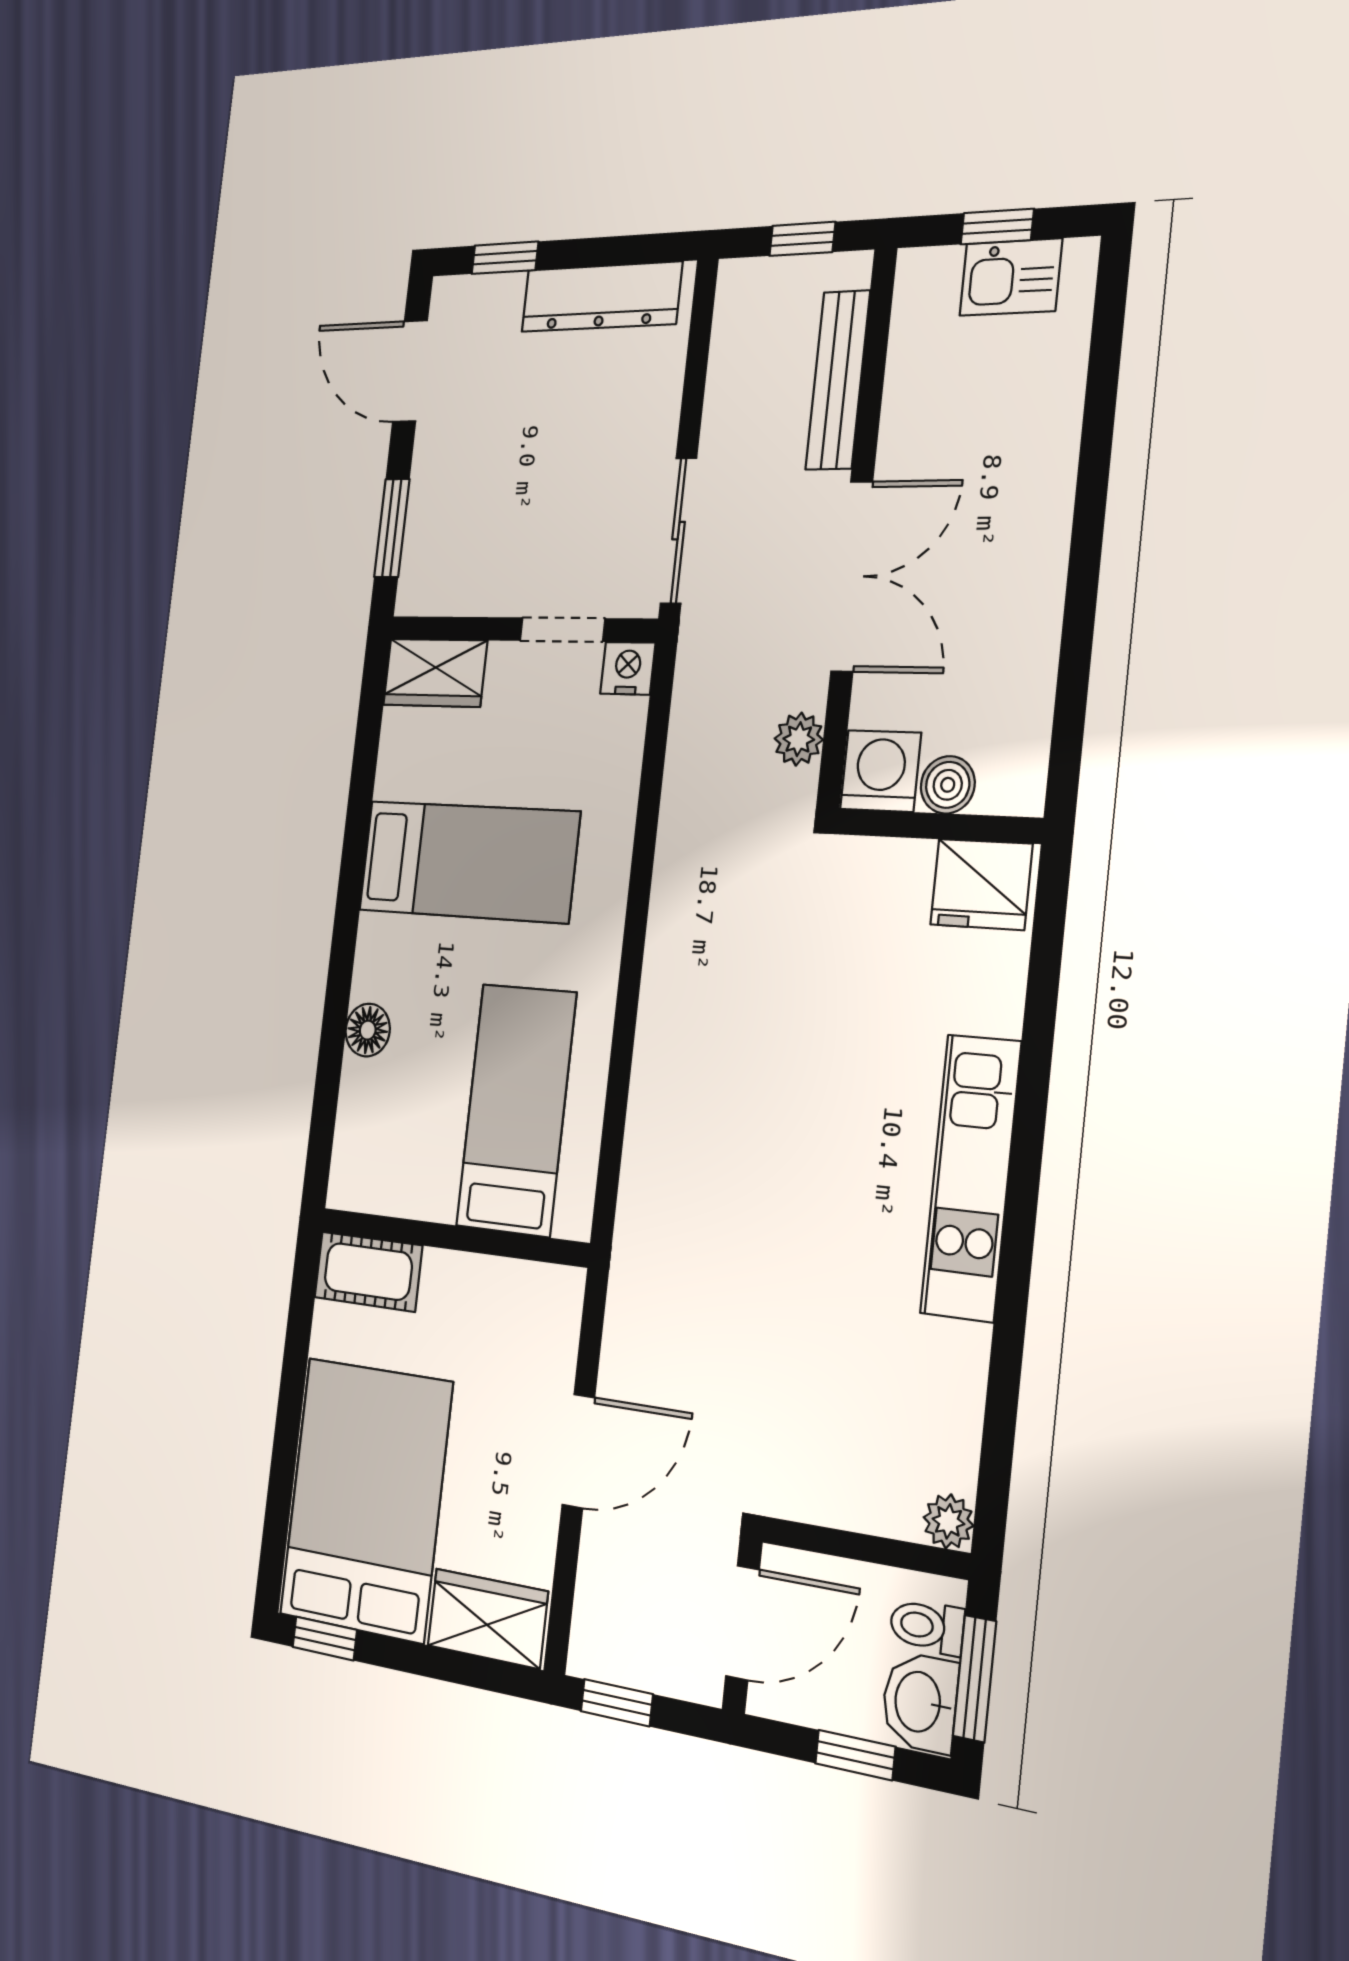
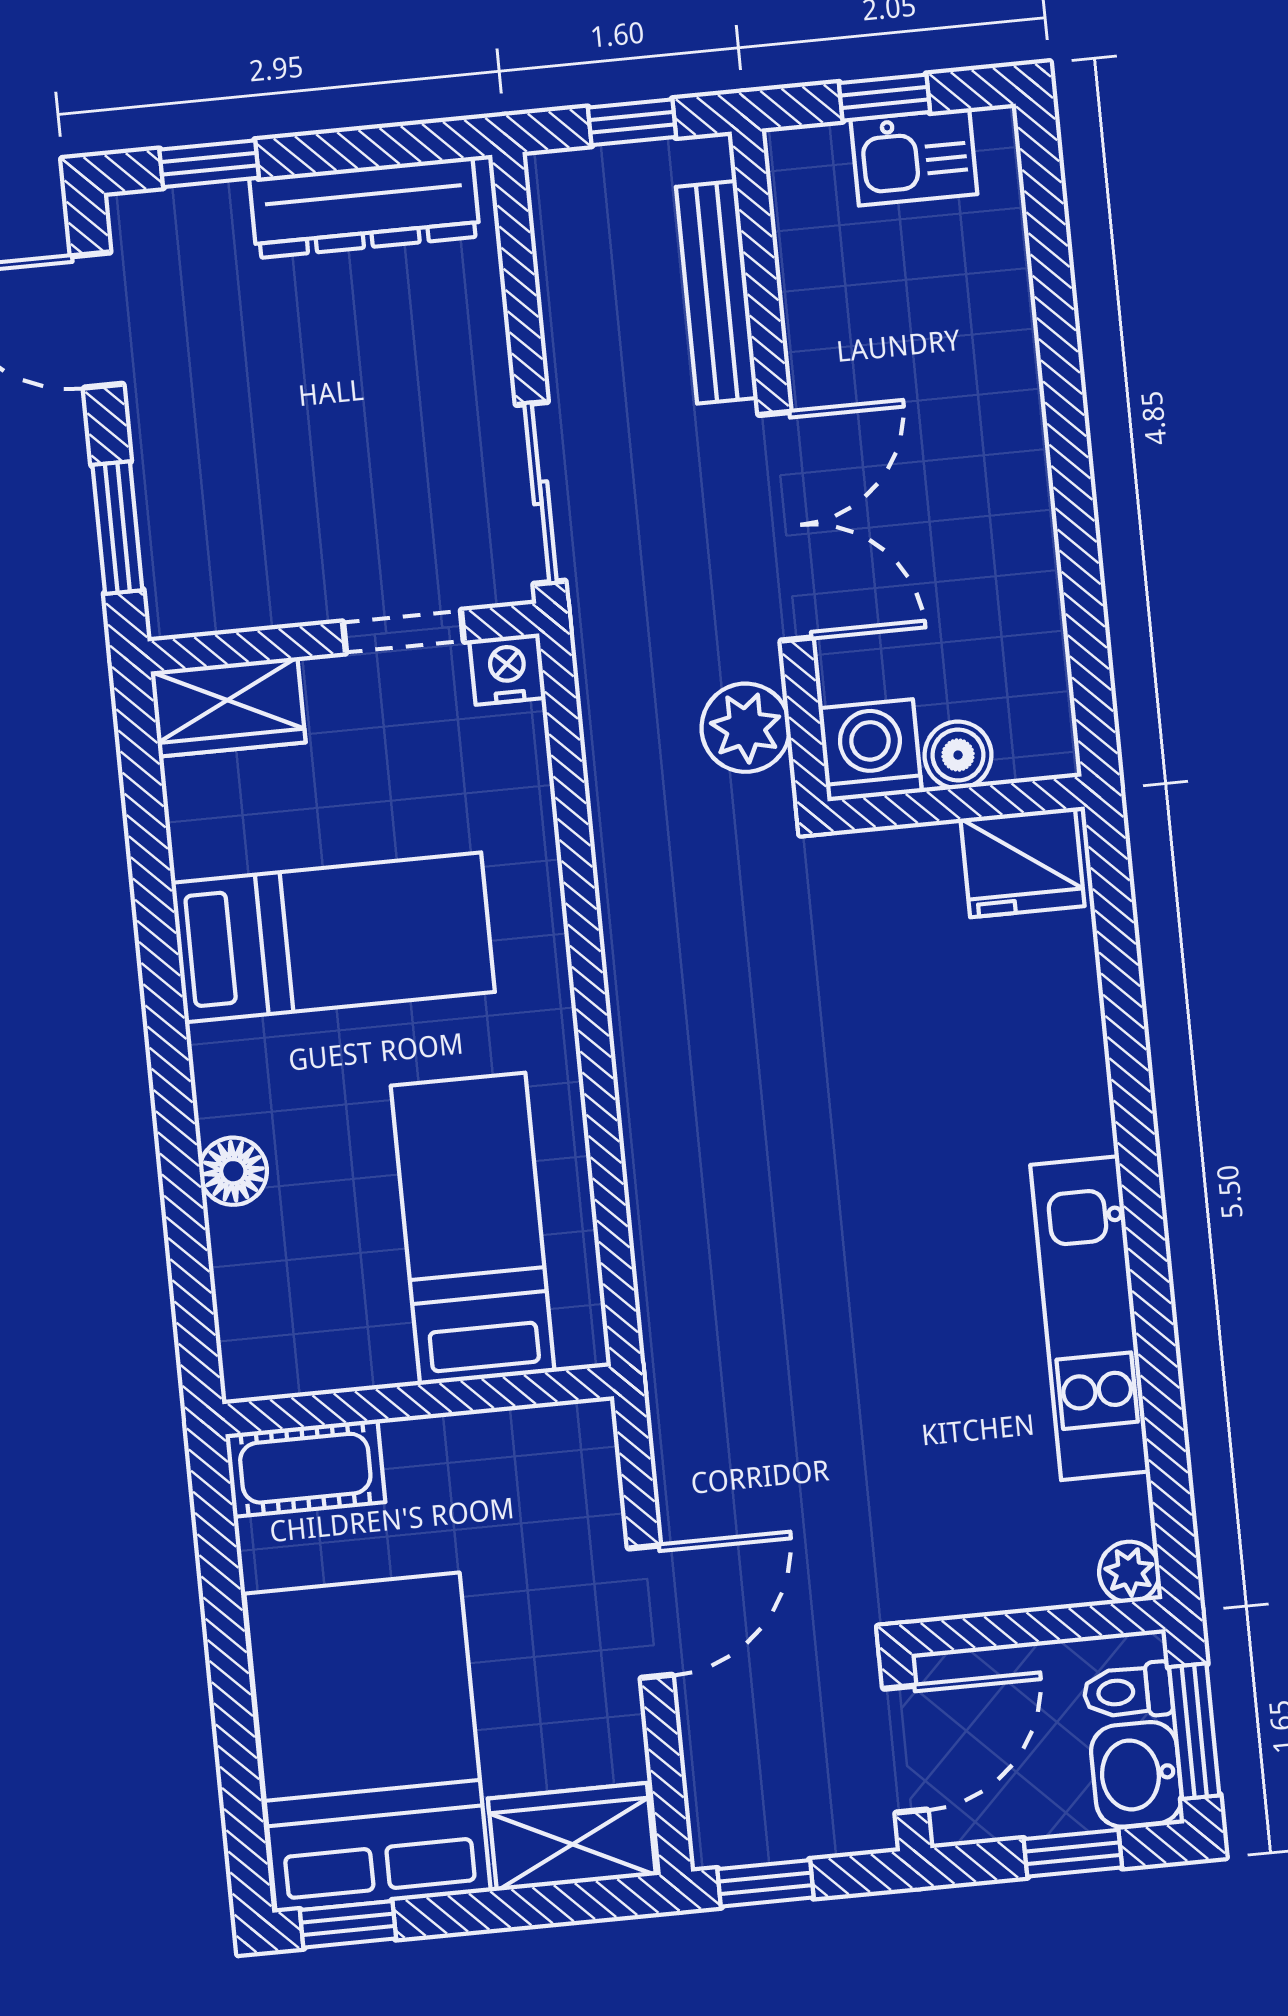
plant: (799, 739) -> (746, 728), width x1.38, depth x1.38
kitchen unit: (971, 1177) -> (1090, 1318), moved

